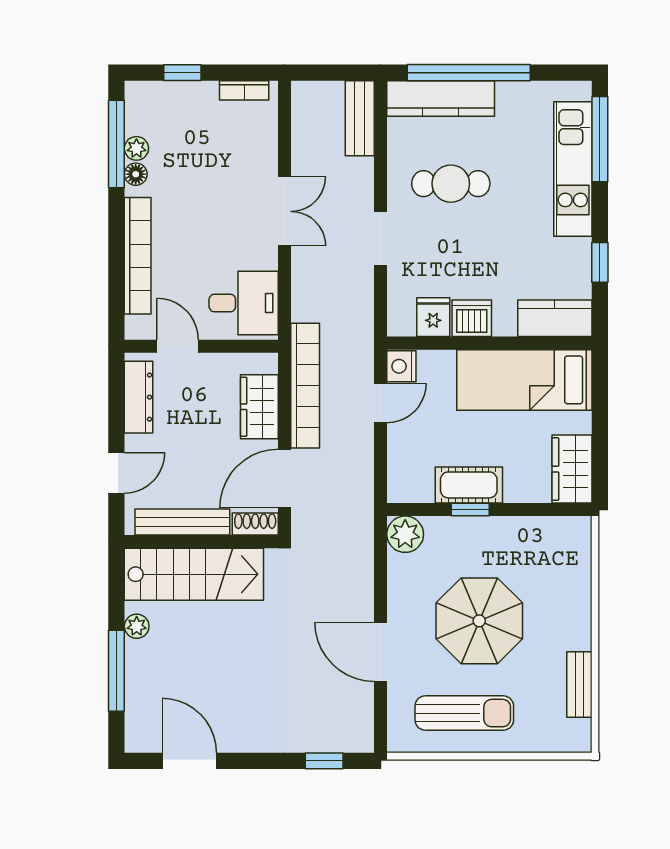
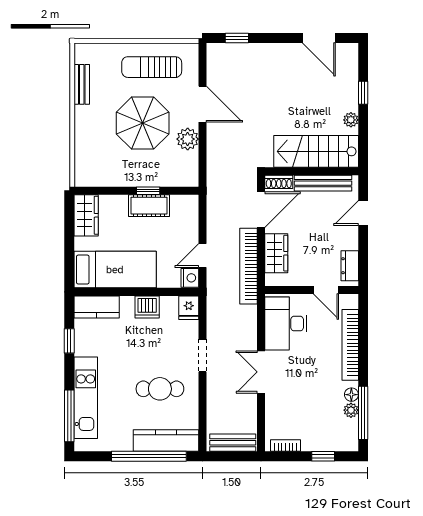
bench: (360, 118) -> (233, 443), moved, turned 90
desk: (244, 303) -> (286, 324), width x1.37
fridge: (433, 317) -> (189, 308), moved
dresser: (139, 397) -> (350, 266), width x0.70
plant: (405, 534) -> (188, 139), moved
window: (116, 671) -> (363, 93), width x0.46

